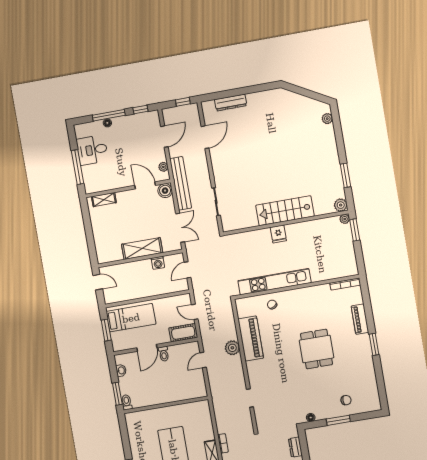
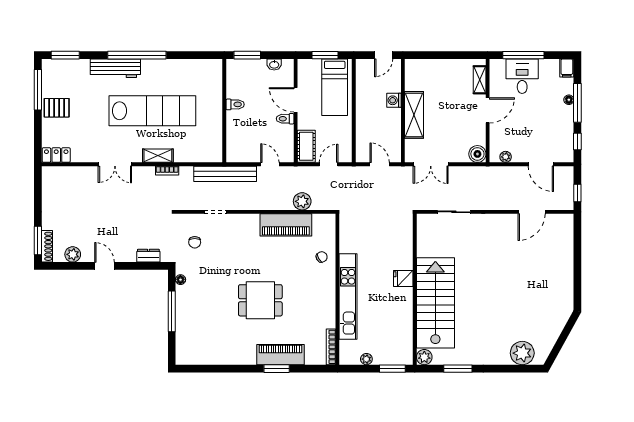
dresser: (231, 103) -> (567, 249), removed
plant: (327, 119) -> (522, 353), width x1.88, depth x1.88
filing cabinet: (82, 129) -> (567, 68), added
door: (205, 137) -> (532, 212), hinge flipped
desk: (92, 150) -> (522, 76), moved
bench: (181, 183) -> (225, 174), moved
door: (145, 185) -> (488, 110), moved
stairs: (285, 211) -> (435, 303), width x1.36, depth x1.51
plant: (345, 219) -> (366, 359), moved
washing machine: (158, 263) -> (394, 100), moved
kitchen unit: (274, 282) -> (348, 297), moved
piano: (360, 319) -> (280, 355), width x1.37, depth x1.33
window: (374, 344) -> (277, 369), moved
plant: (232, 348) -> (302, 201), moved
chair: (346, 400) -> (195, 242), moved
toilet: (127, 402) -> (235, 104), moved
window: (338, 420) -> (172, 311), width x1.44

